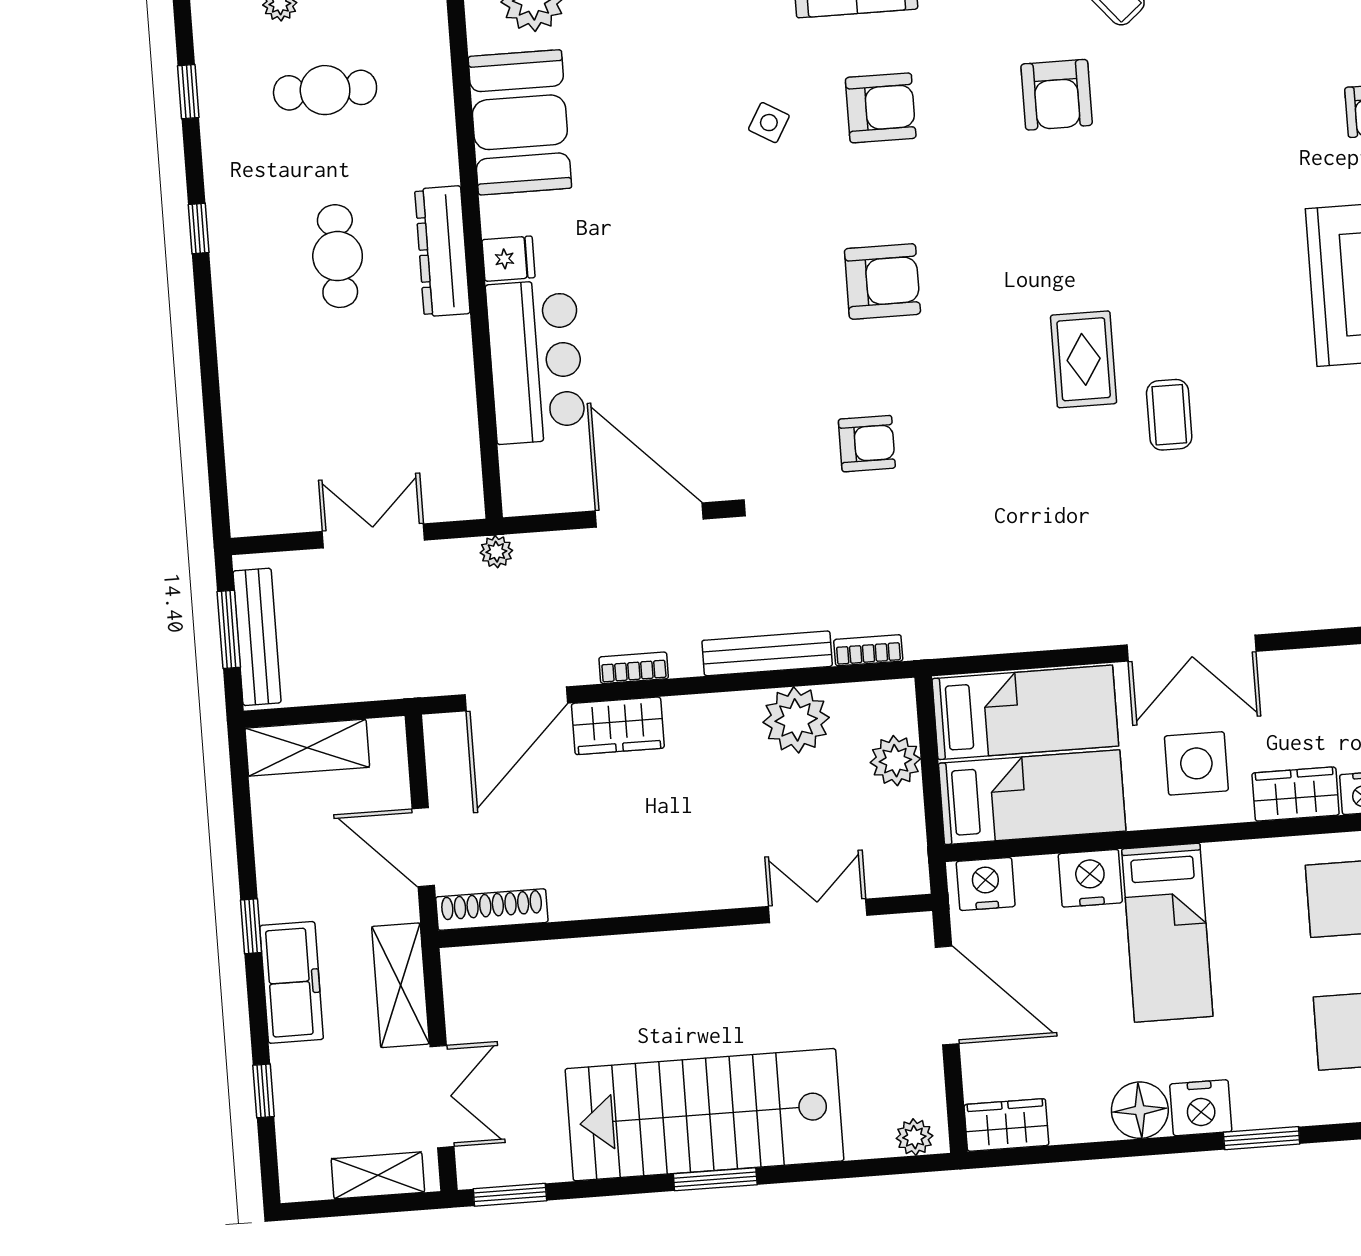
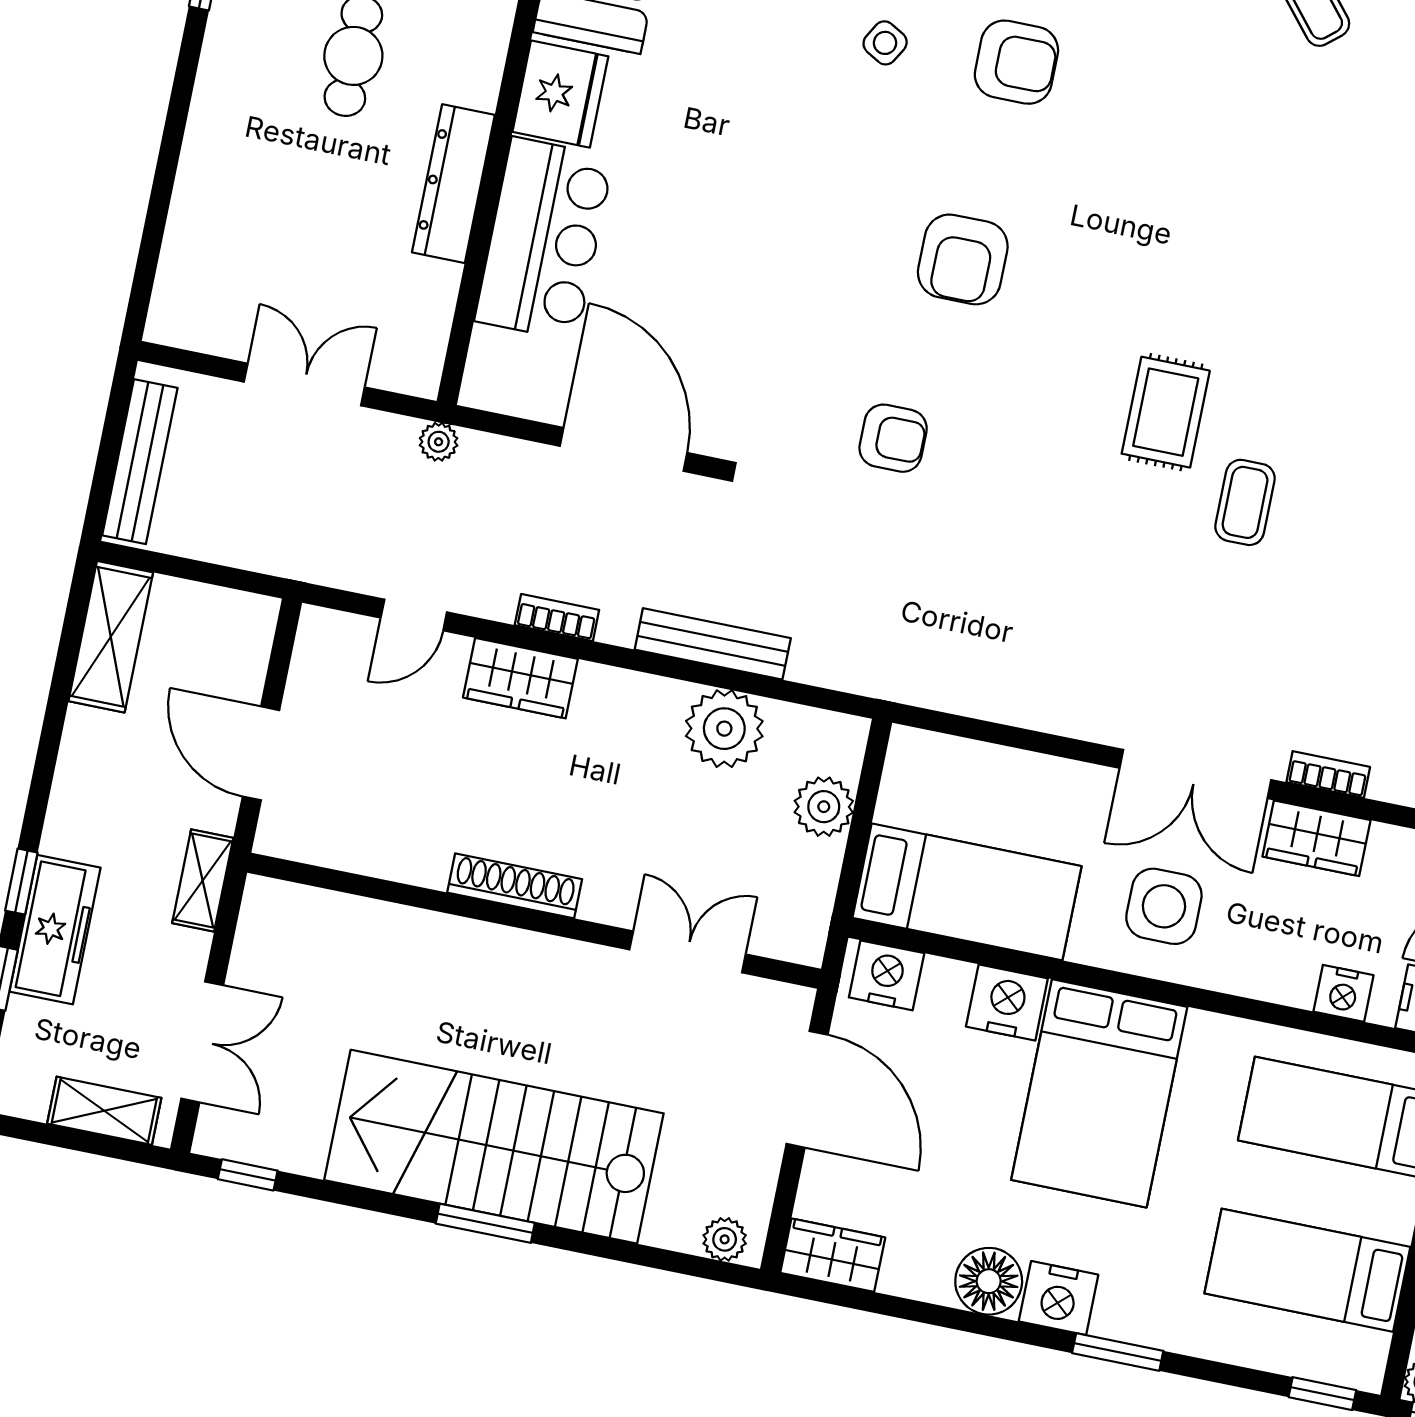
armchair: (1057, 95) -> (1220, 104), removed
dresser: (442, 251) -> (453, 184), moved
fridge: (508, 259) -> (560, 94), width x1.88, depth x1.34
armchair: (882, 281) -> (963, 259), turned 90
window: (229, 629) -> (110, 444), removed
bookcase: (868, 650) -> (1328, 774), moved
door: (516, 699) -> (414, 615), width x0.53
bed: (1025, 712) -> (986, 794), removed
shelving: (307, 748) -> (111, 637), moved, turned 90
wardrobe: (1296, 794) -> (1316, 838), moved, turned 180
shoe rack: (492, 910) -> (515, 886), moved
window: (251, 926) -> (21, 882), moved
bed: (1167, 933) -> (1099, 1093), width x1.50
freezer: (292, 982) -> (55, 930), moved
shelving: (401, 985) -> (203, 880), width x0.67, depth x0.75
window: (510, 1195) -> (248, 1175), width x0.67

